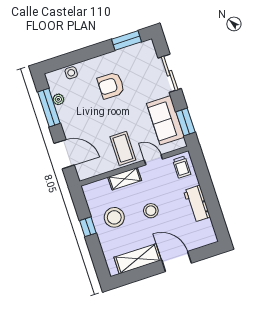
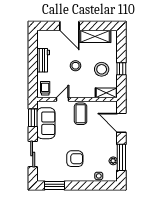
door: (153, 160) -> (63, 99), swing flipped
shelving: (125, 179) -> (106, 93), moved

